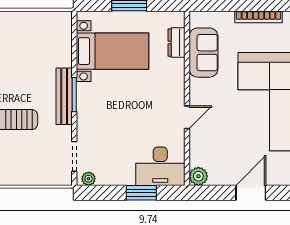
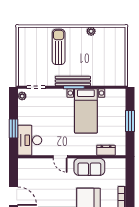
bed with nightstands: (112, 51) -> (86, 111), moved
sofa: (203, 53) -> (89, 167), moved
plant: (198, 176) -> (24, 164), removed

